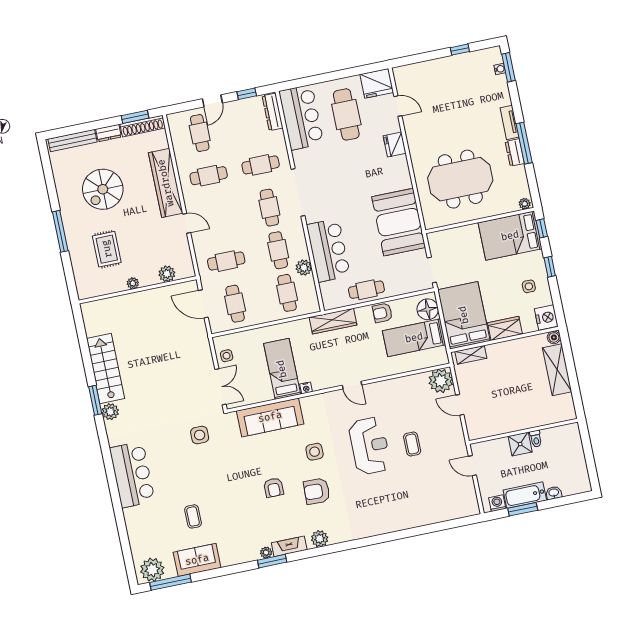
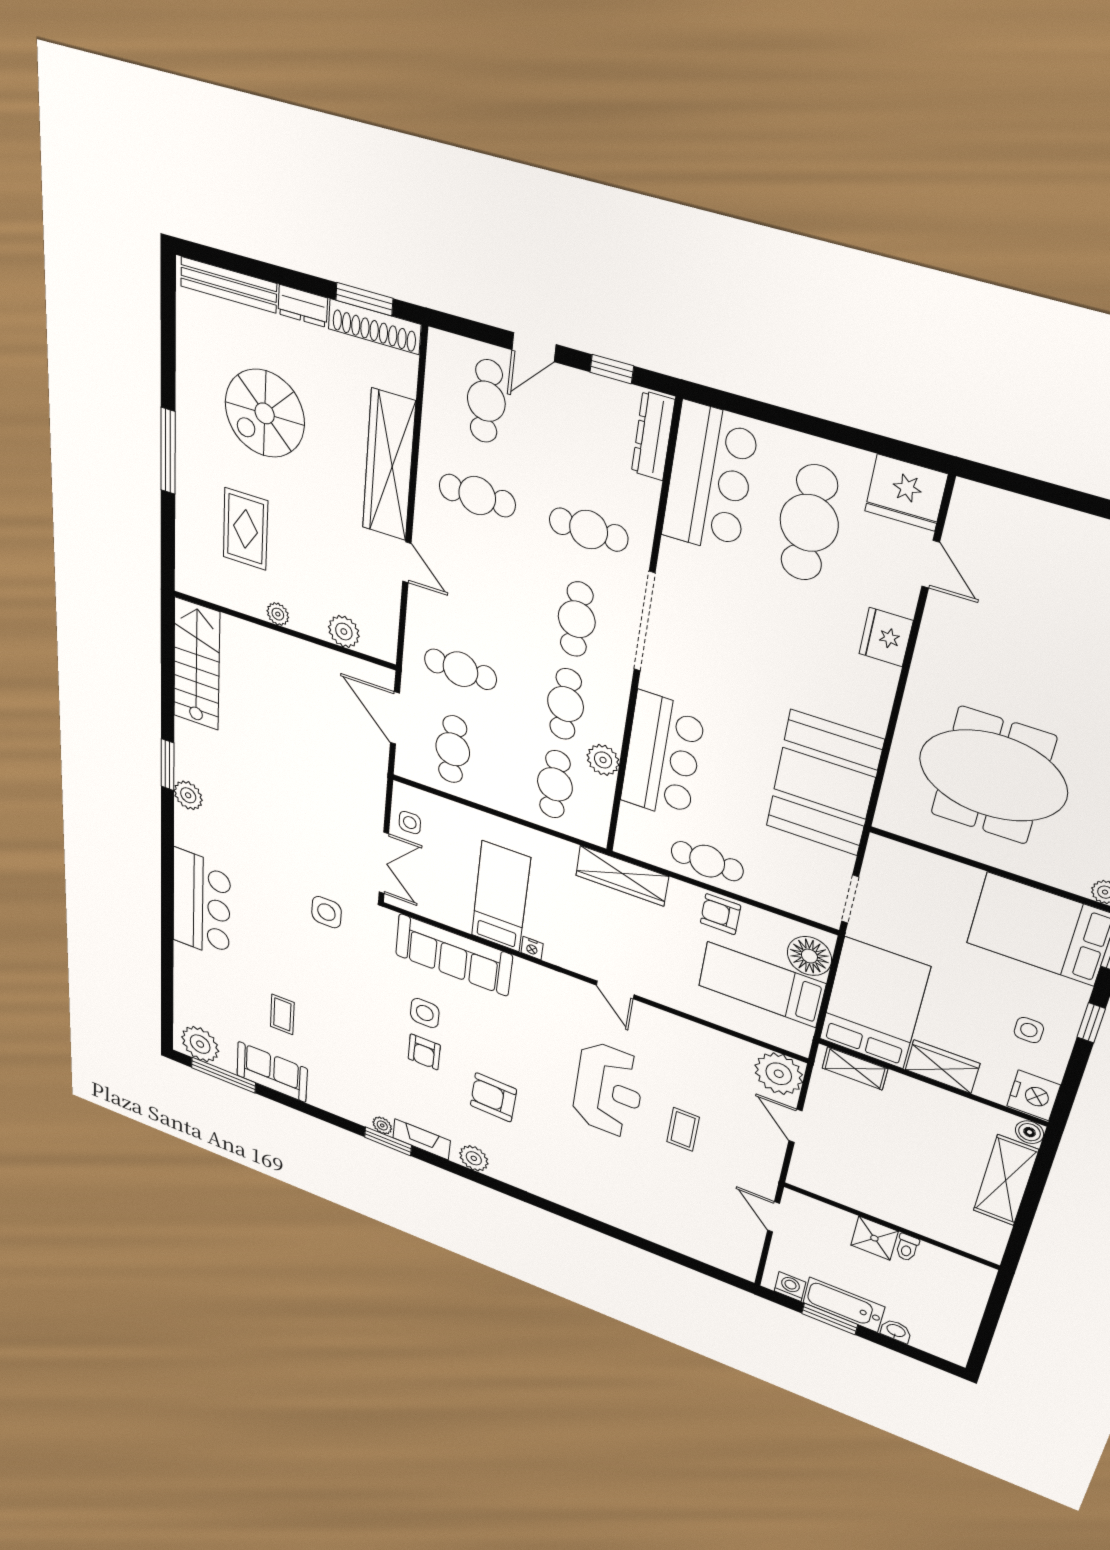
stairs: (106, 368) -> (197, 664), moved
side table: (315, 452) -> (425, 1013), moved

